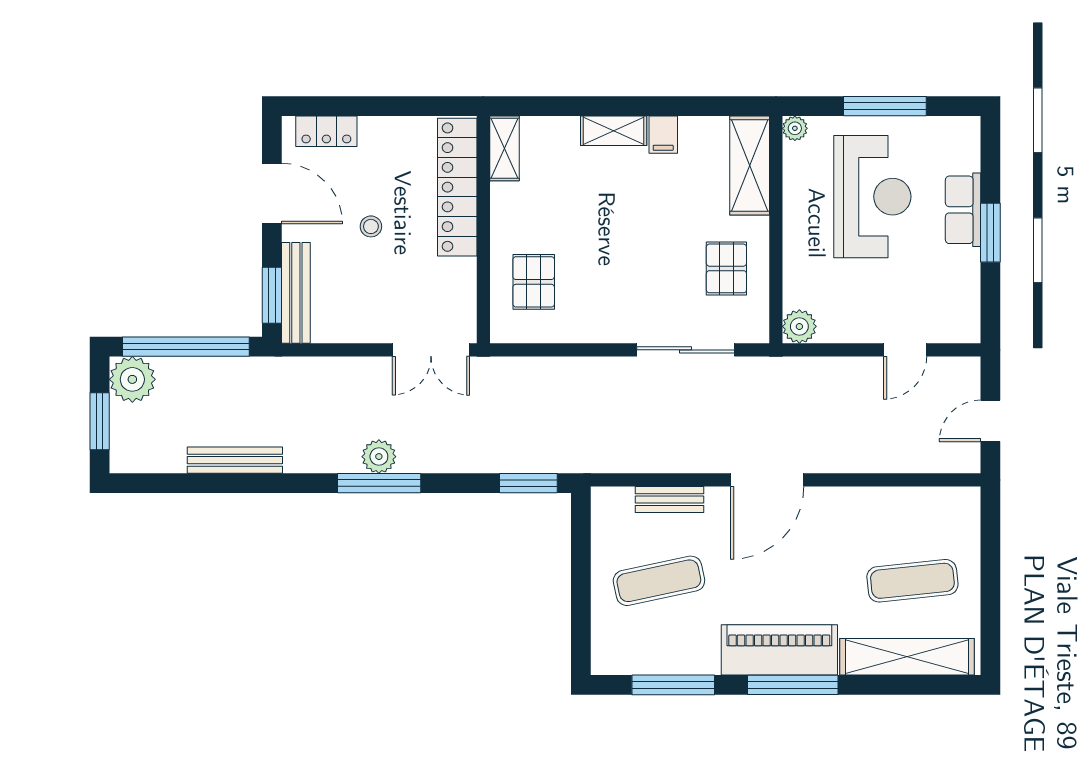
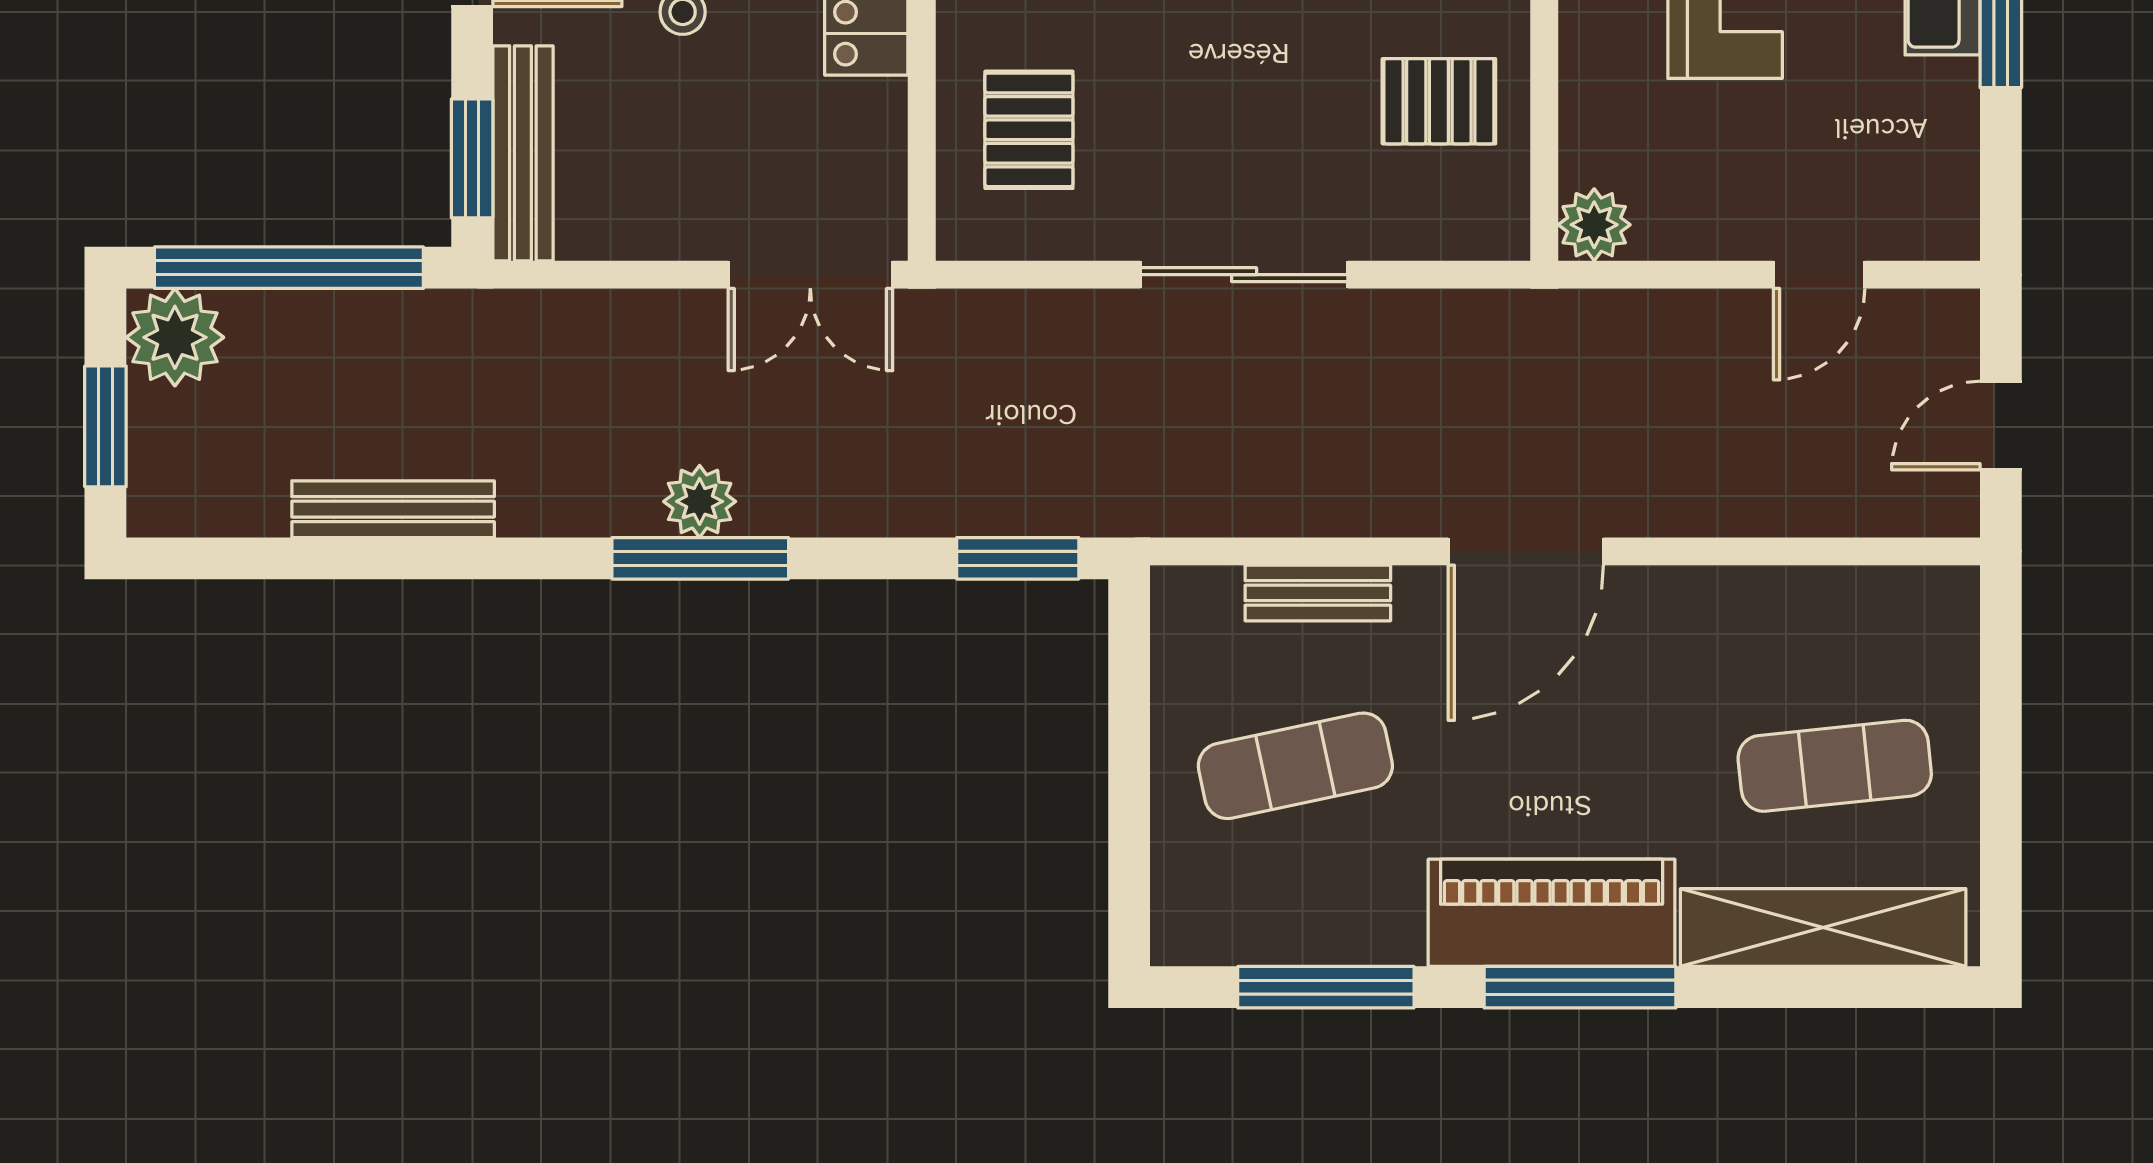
pallet: (726, 268) -> (1439, 101), turned 90
sliding door: (686, 350) -> (1244, 275), moved

